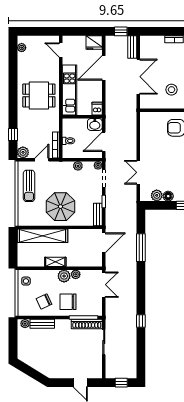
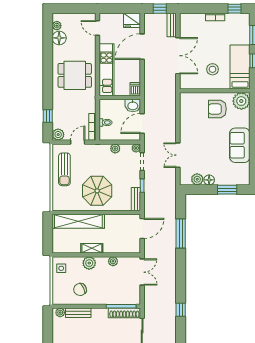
floor lamp: (24, 59) -> (59, 38), added
plant: (64, 276) -> (89, 263), moved
chair: (68, 302) -> (105, 290), removed

